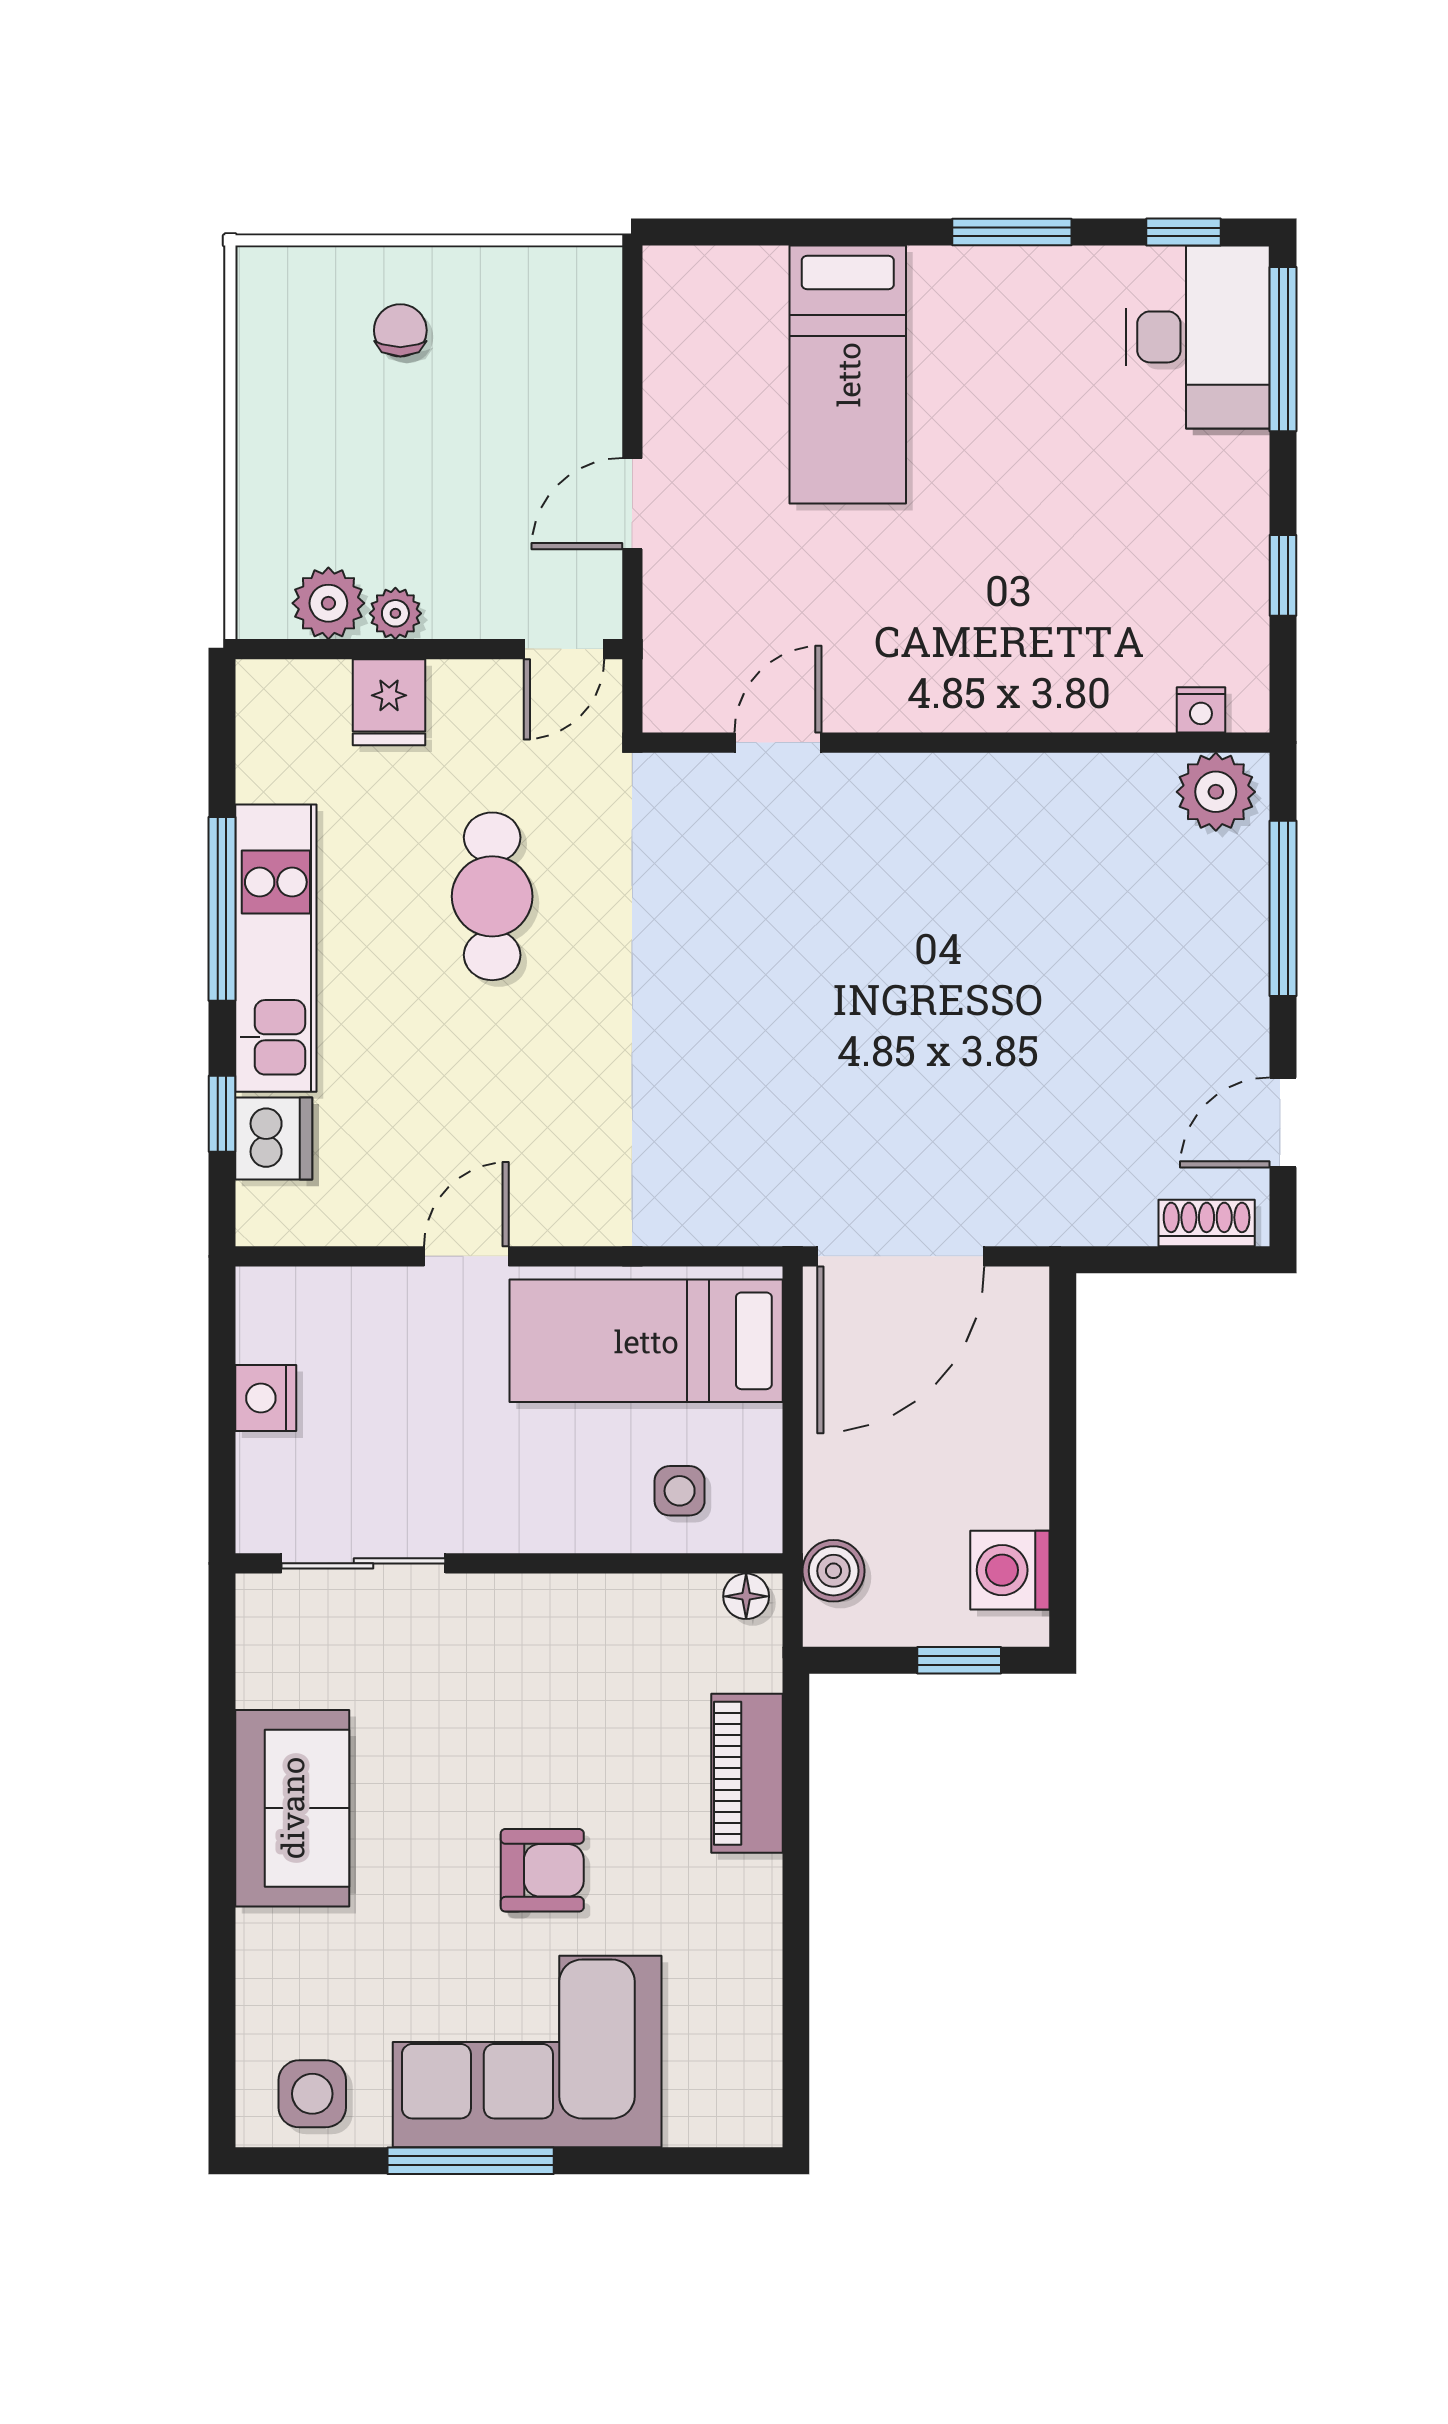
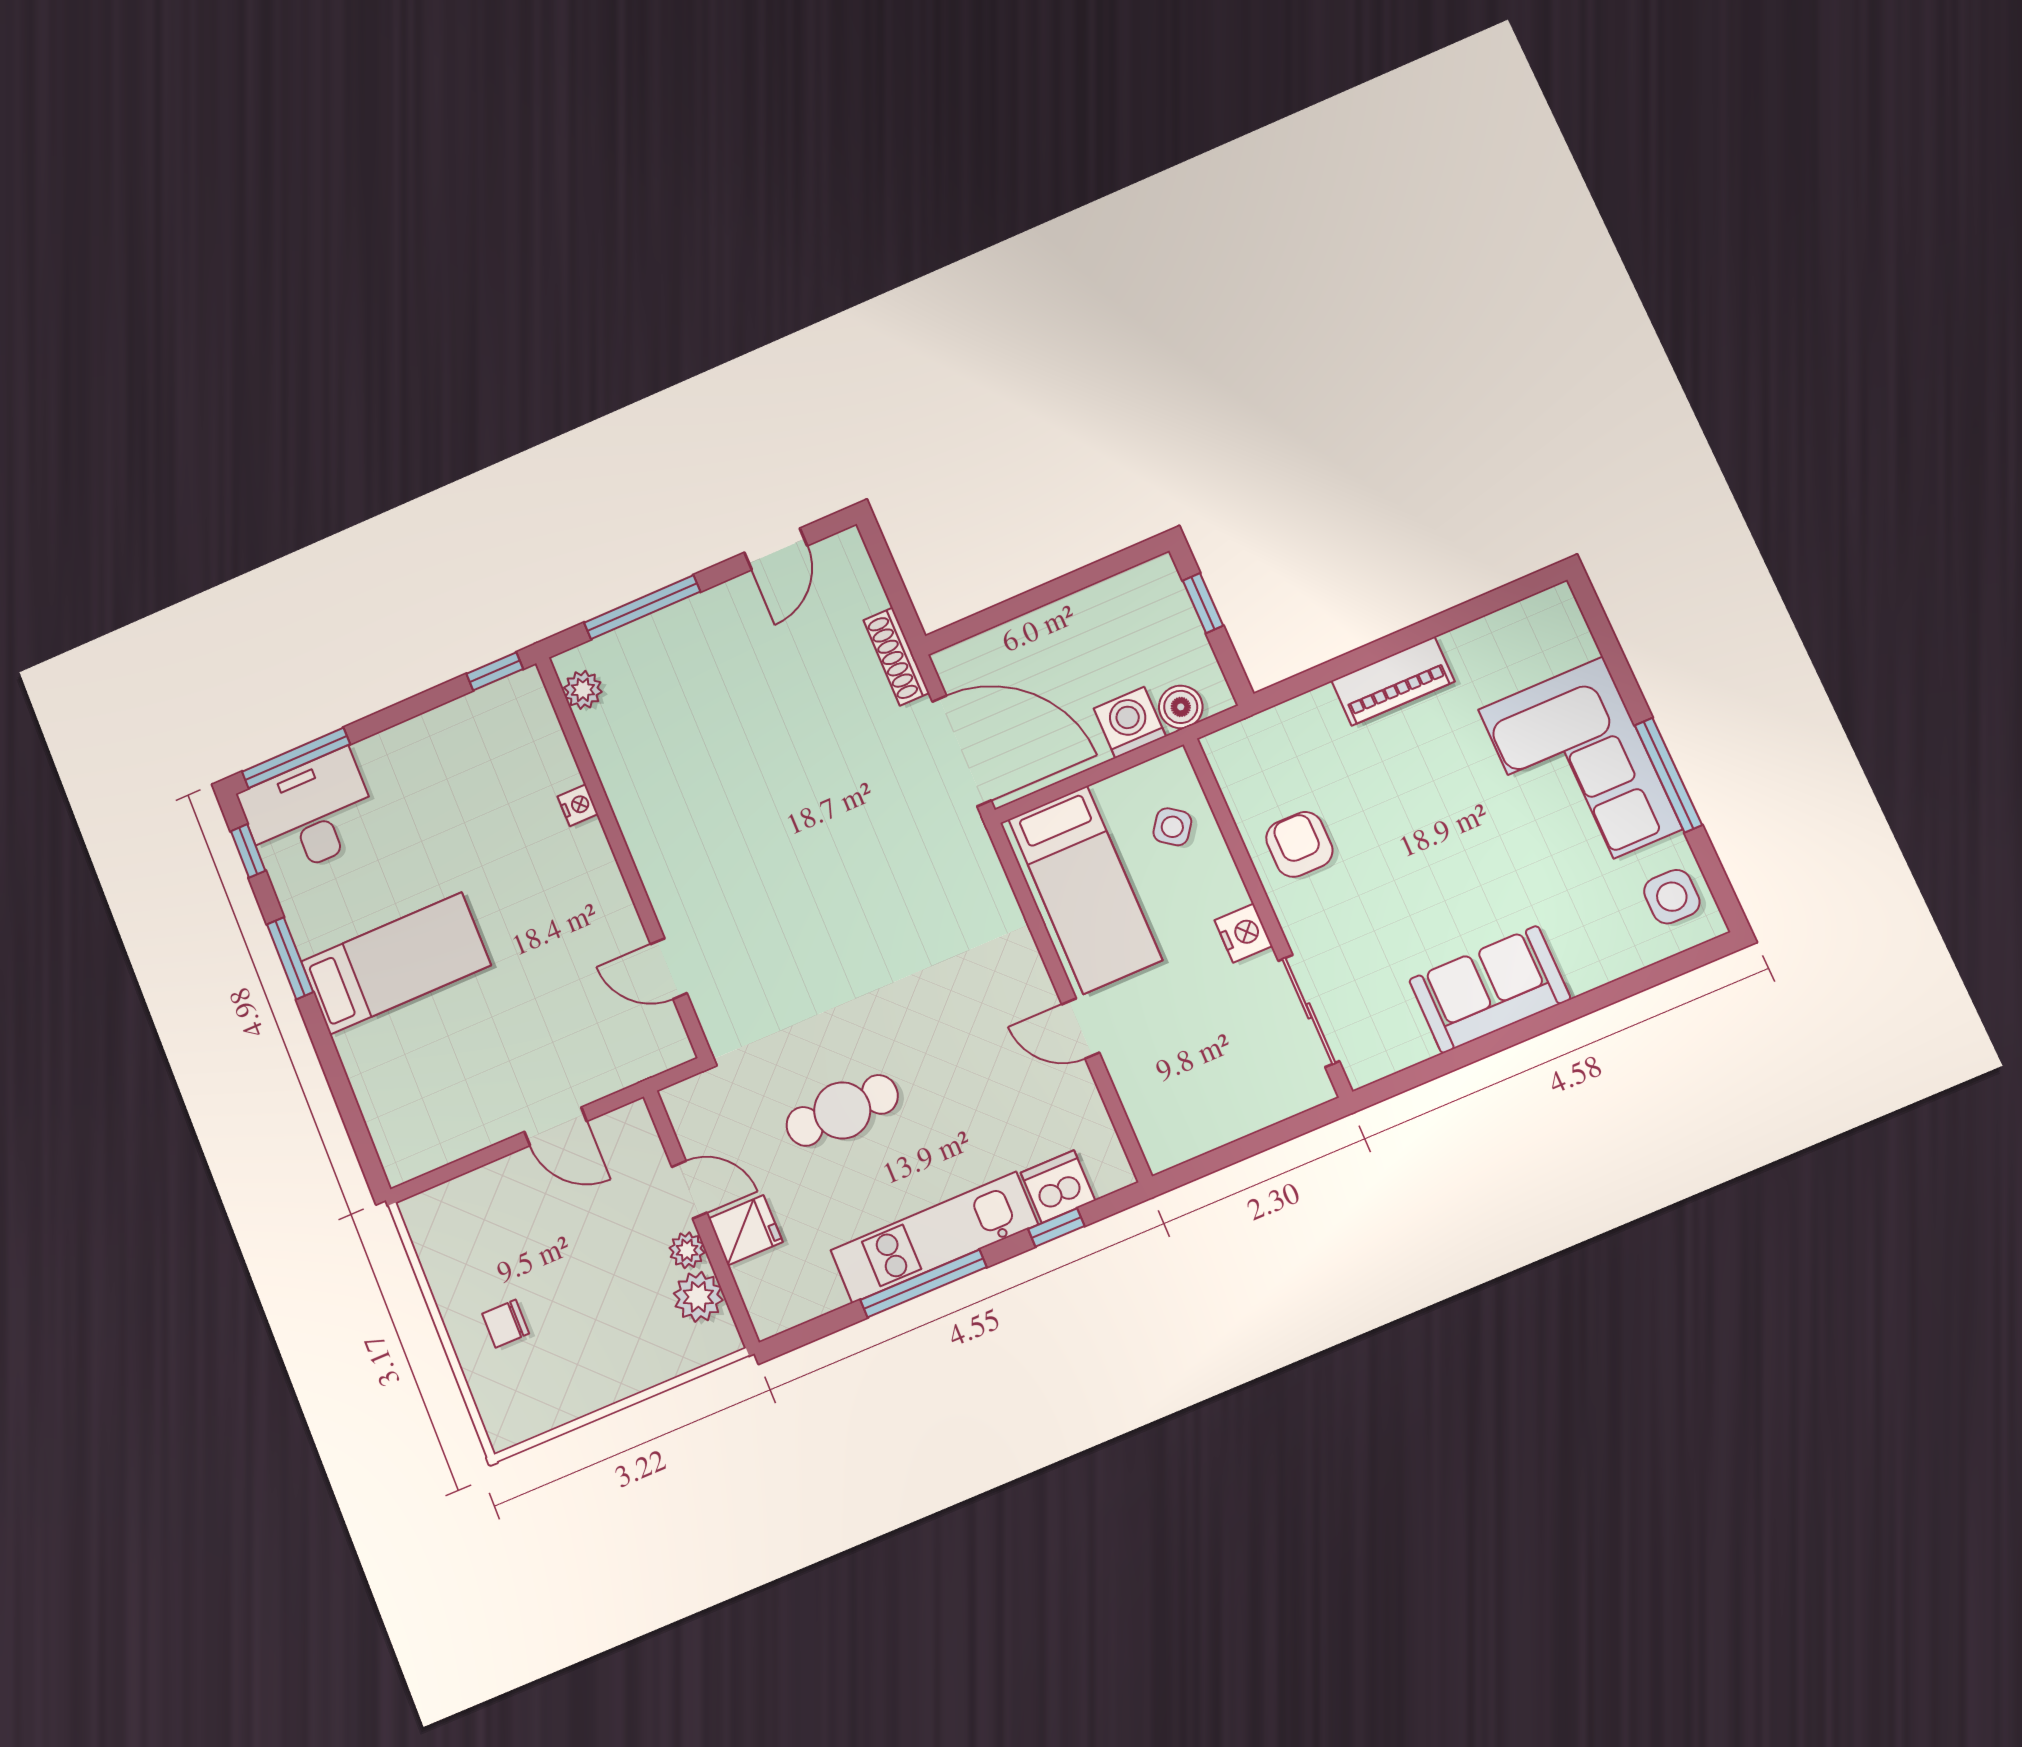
bed: (848, 375) -> (396, 963), moved
window: (1283, 575) -> (495, 671), moved
door: (564, 649) -> (689, 1190), moved
nightstand: (1201, 710) -> (578, 805), moved
plant: (1216, 792) -> (583, 690), width x0.73, depth x0.73
door: (1283, 1122) -> (776, 549), hinge flipped
shoe rack: (1207, 1223) -> (896, 656), moved, width x1.43
nightstand: (266, 1398) -> (1243, 933), moved, turned -90
side table: (680, 1491) -> (1172, 827), turned 36
washing machine: (1010, 1570) -> (1130, 722), moved, turned 180
floor lamp: (746, 1596) -> (1222, 755), removed
piano: (747, 1773) -> (1393, 681), moved
armchair: (542, 1870) -> (1299, 844), moved

